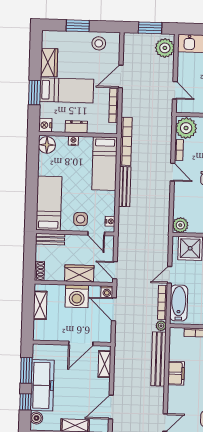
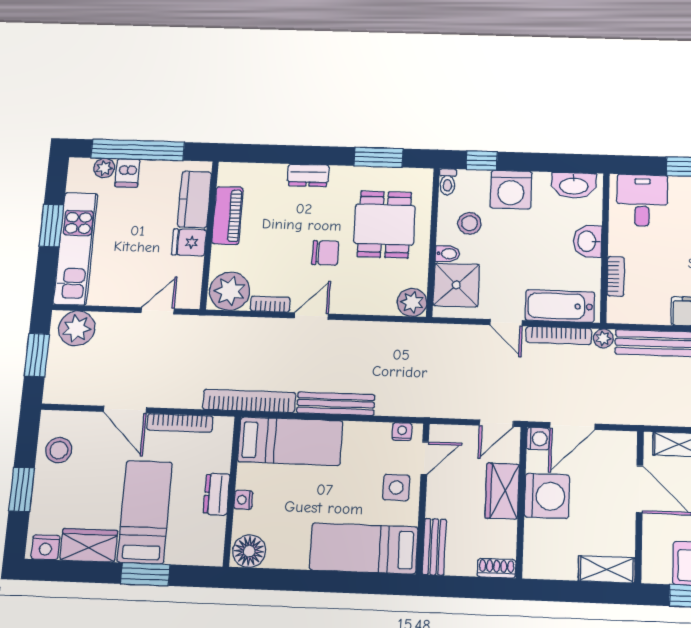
nightstand: (45, 125) -> (46, 547), moved
shelving: (40, 305) -> (607, 569), moved

